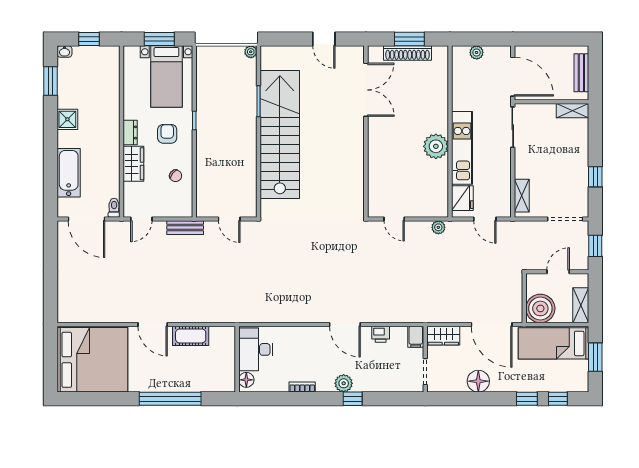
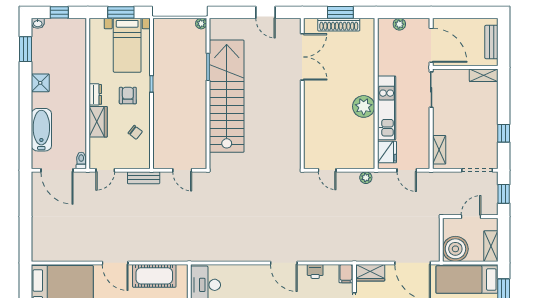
cot: (191, 336) -> (154, 276), width x1.37, depth x1.34

